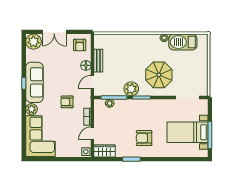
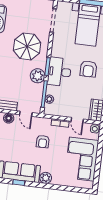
desk: (138, 110) -> (59, 72), added
corner sofa: (40, 136) -> (82, 159), moved, turned -90

